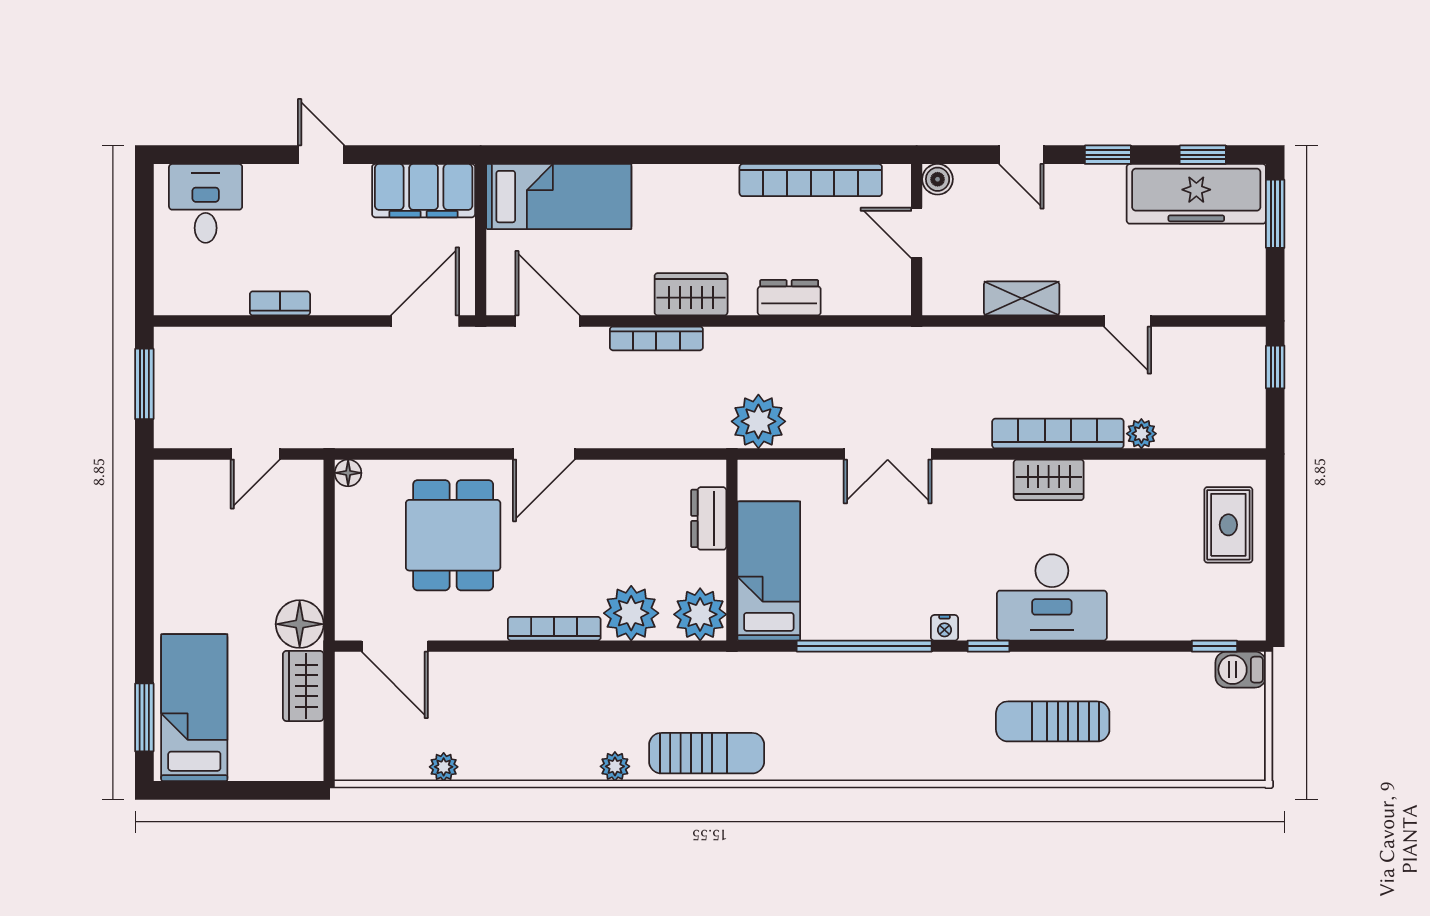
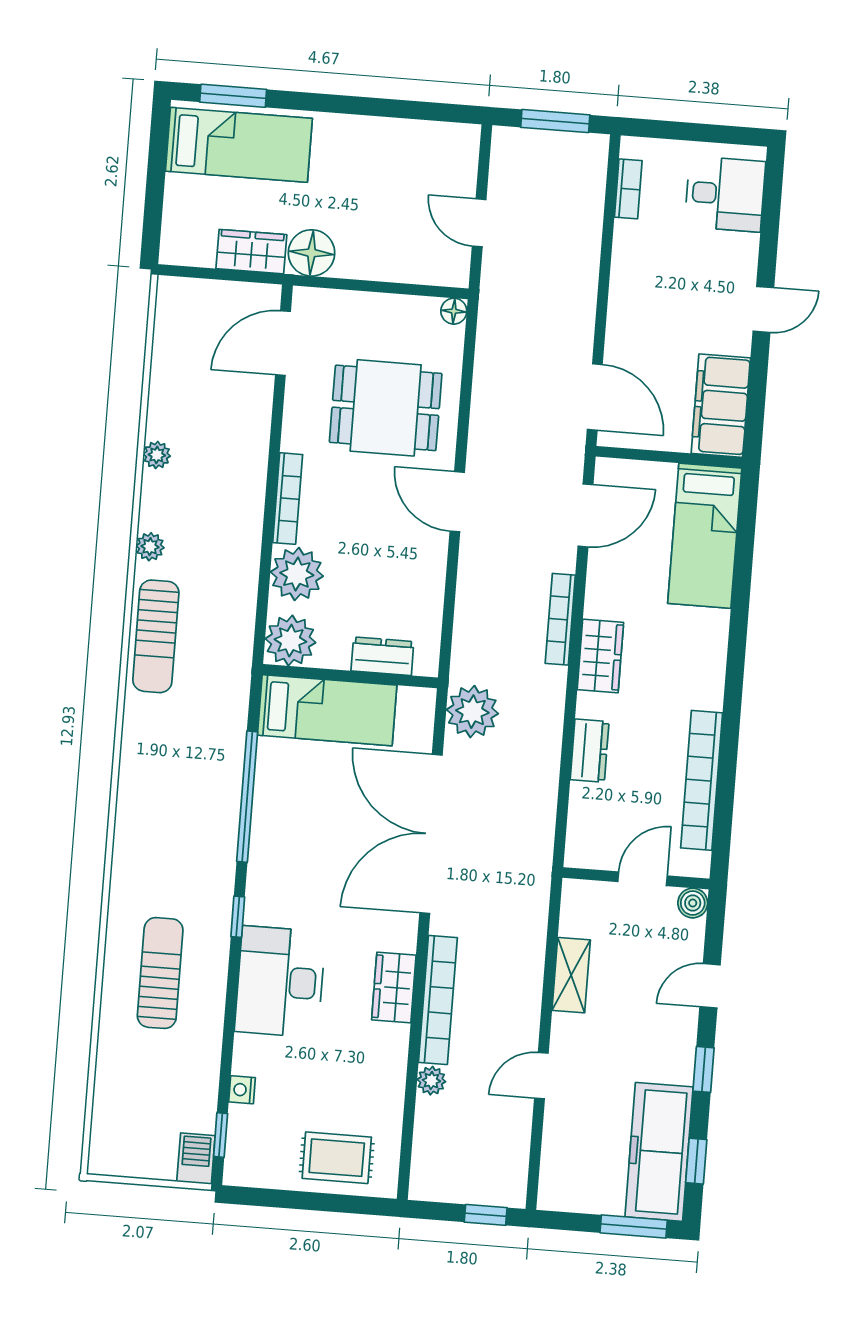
bookcase: (280, 303) -> (628, 189), moved
double door: (888, 454) -> (431, 834), width x1.87
nightstand: (945, 628) -> (242, 1090), moved
plant: (444, 767) -> (157, 455), moved

